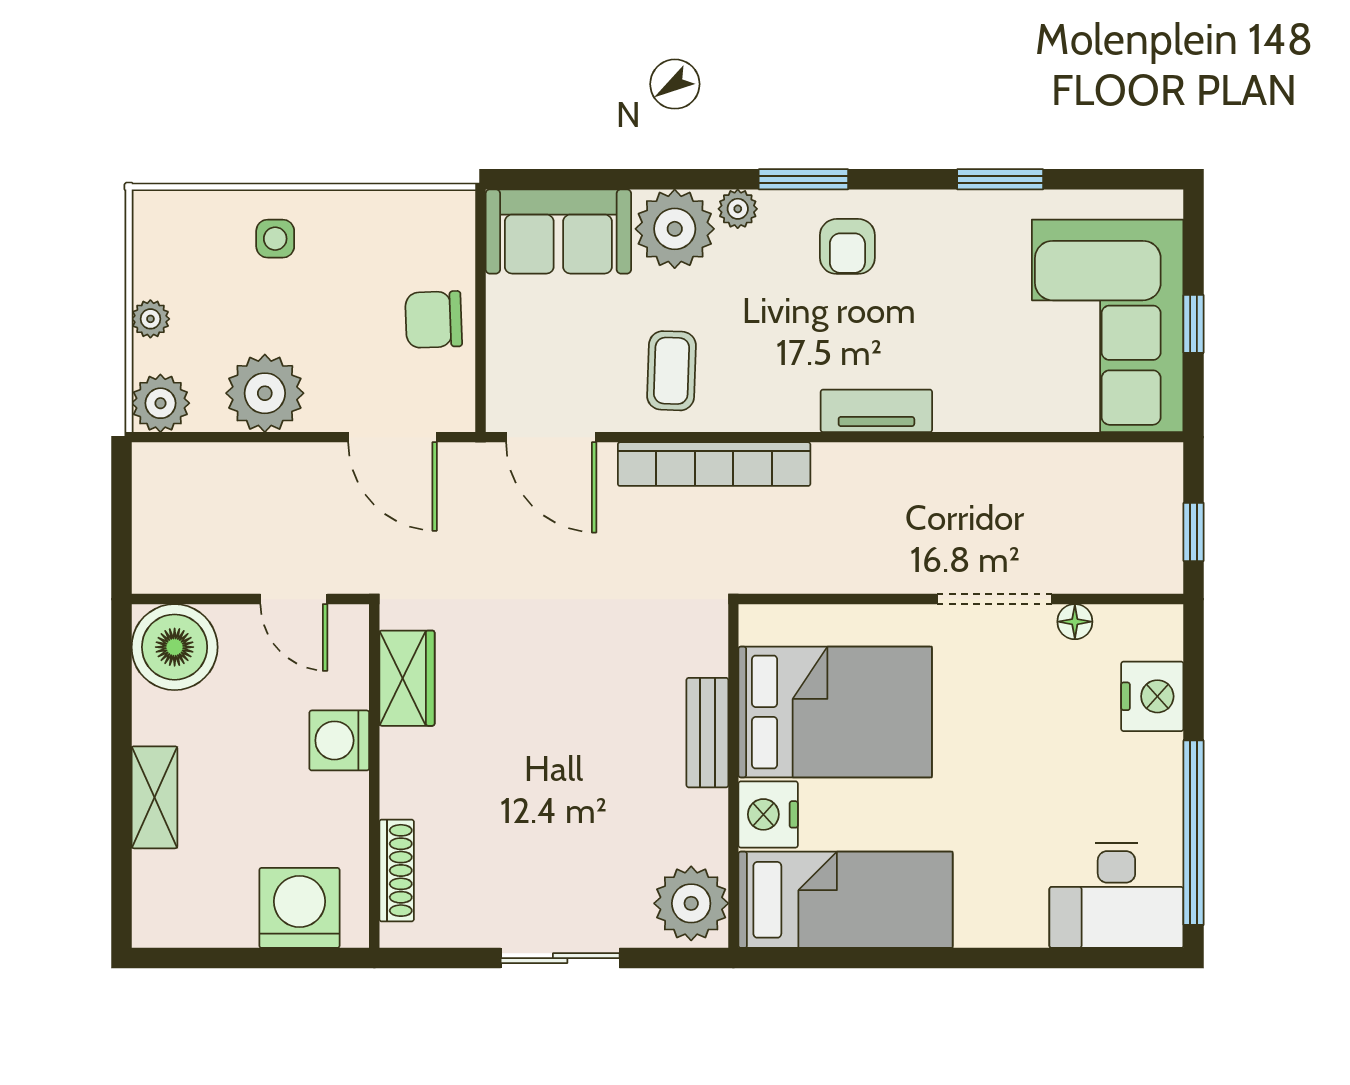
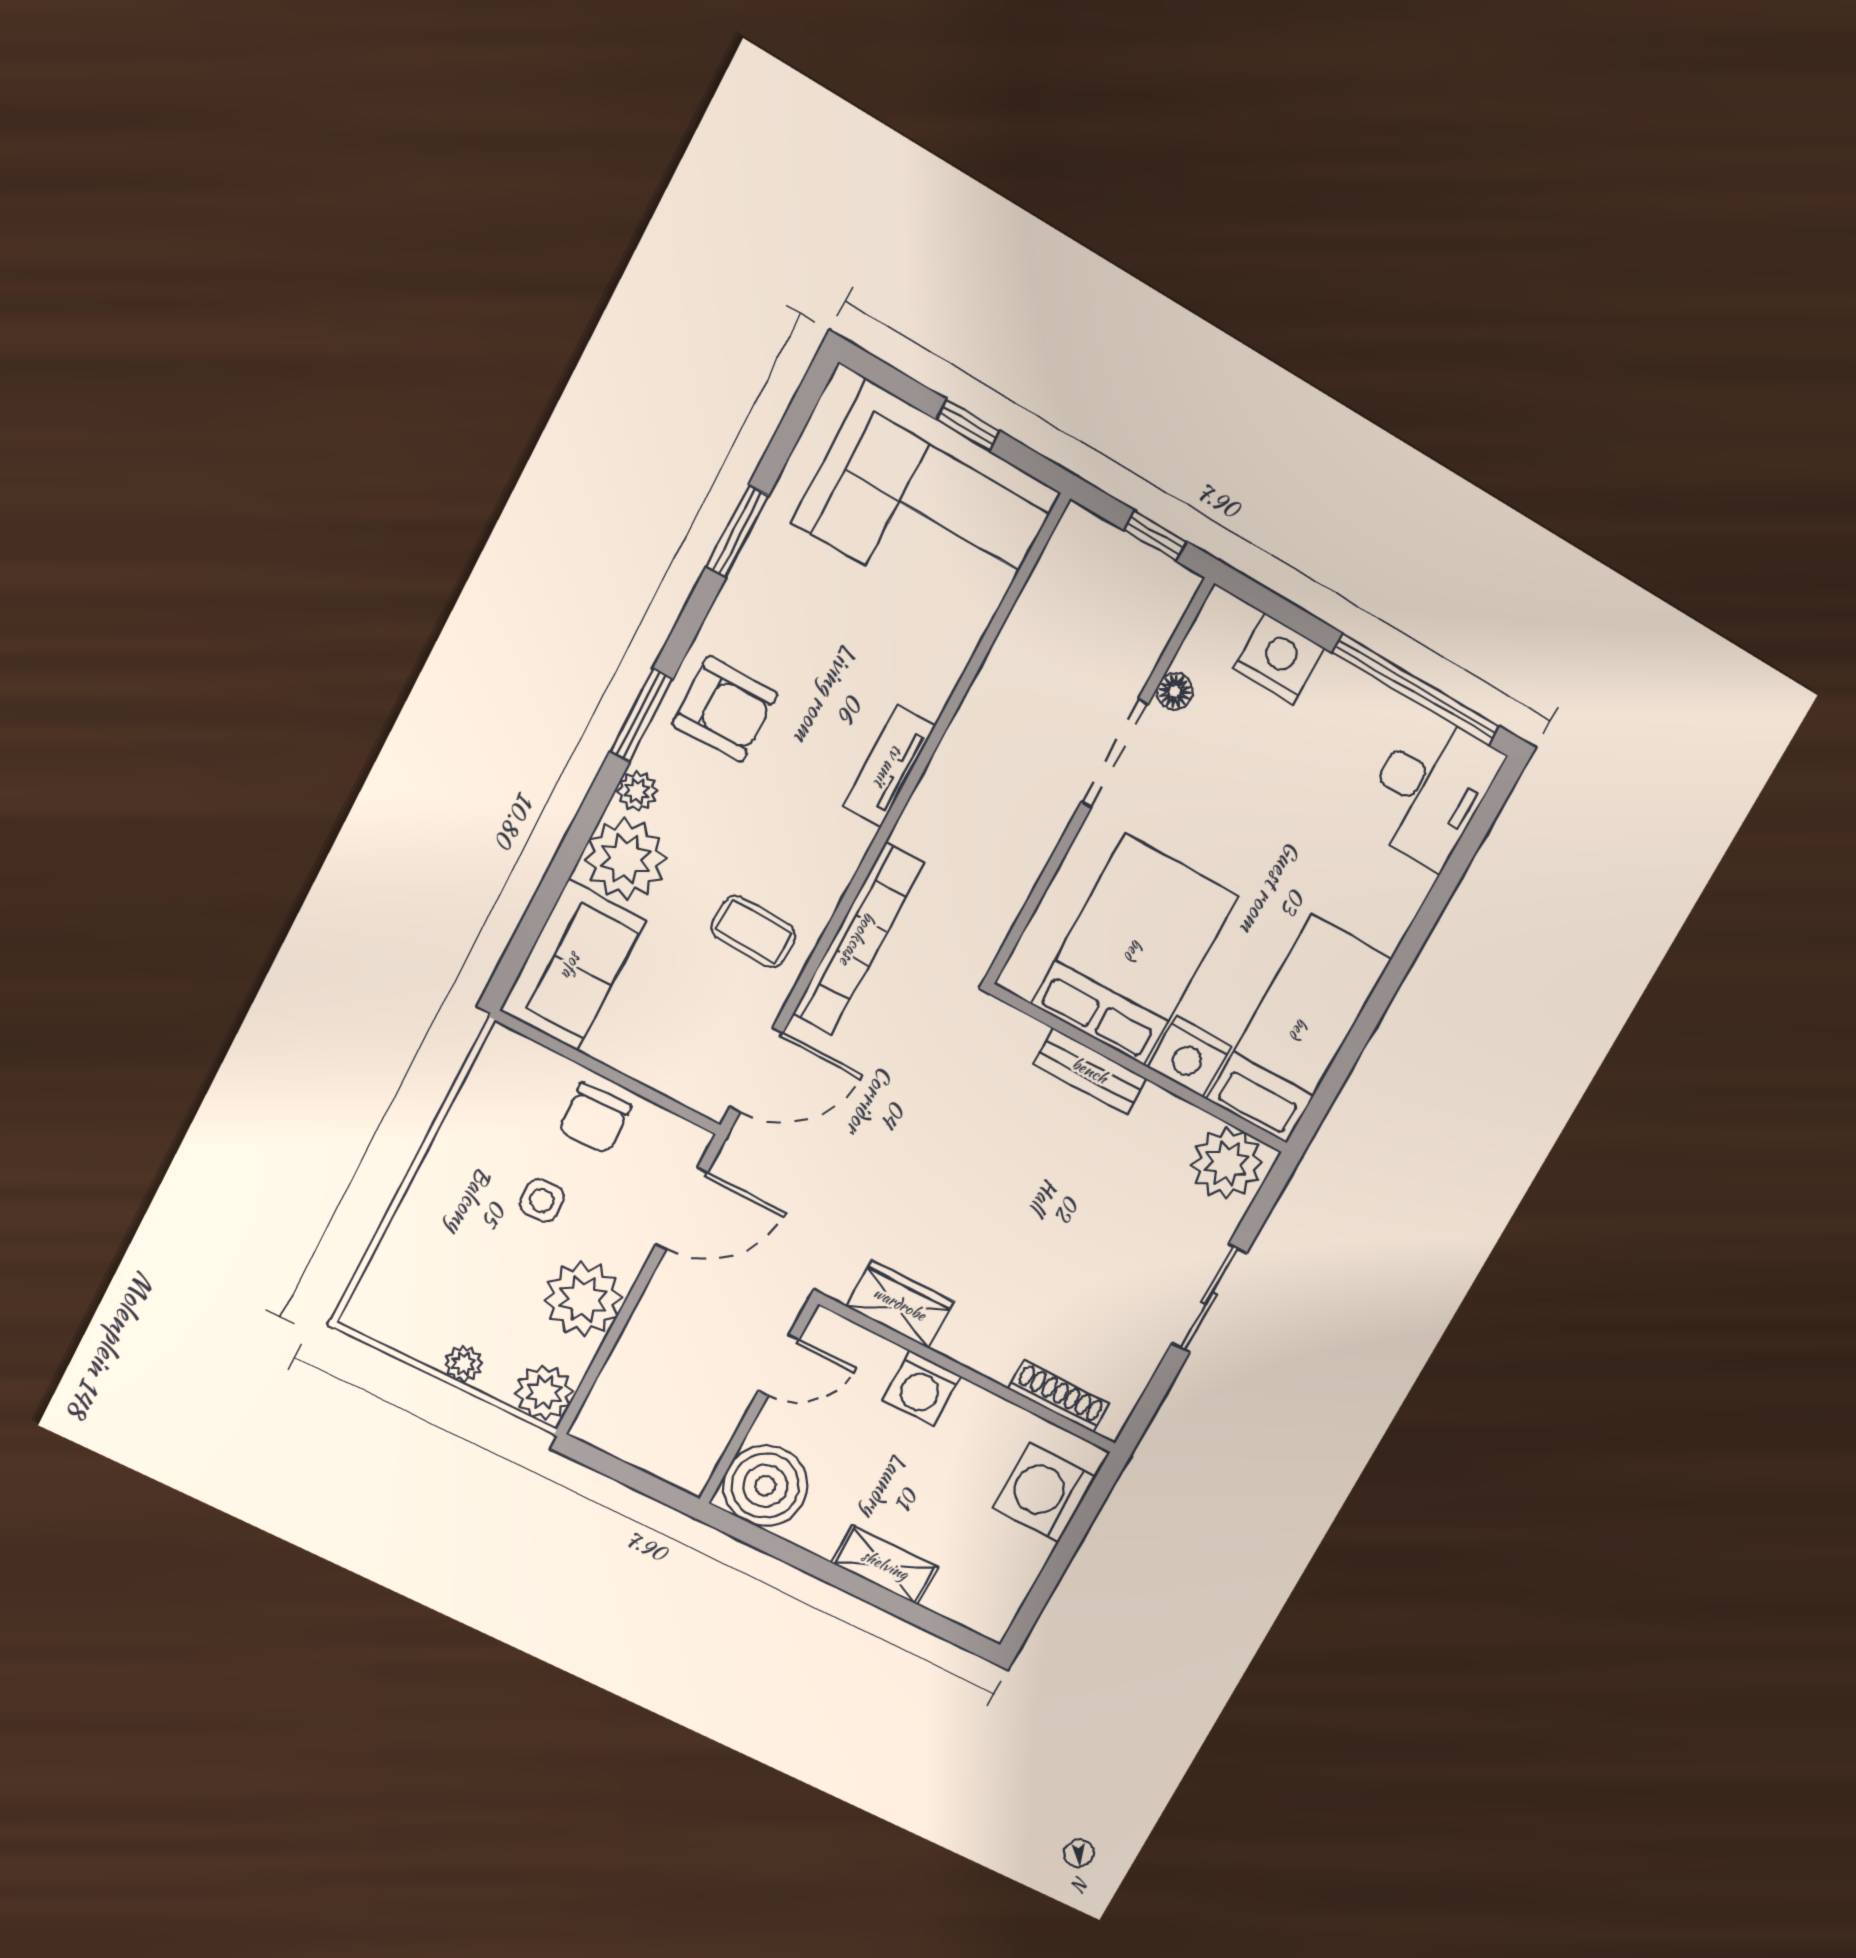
side table: (275, 239) -> (542, 1200), moved
armchair: (847, 246) -> (725, 709), width x1.38, depth x1.38

